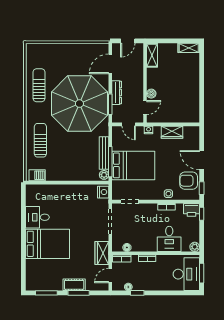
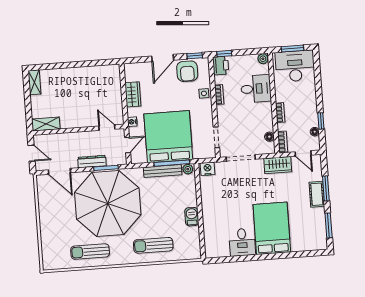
boiler: (151, 94) -> (90, 122), removed
bed: (133, 165) -> (168, 137), width x1.36
barbecue: (37, 175) -> (192, 217), moved

